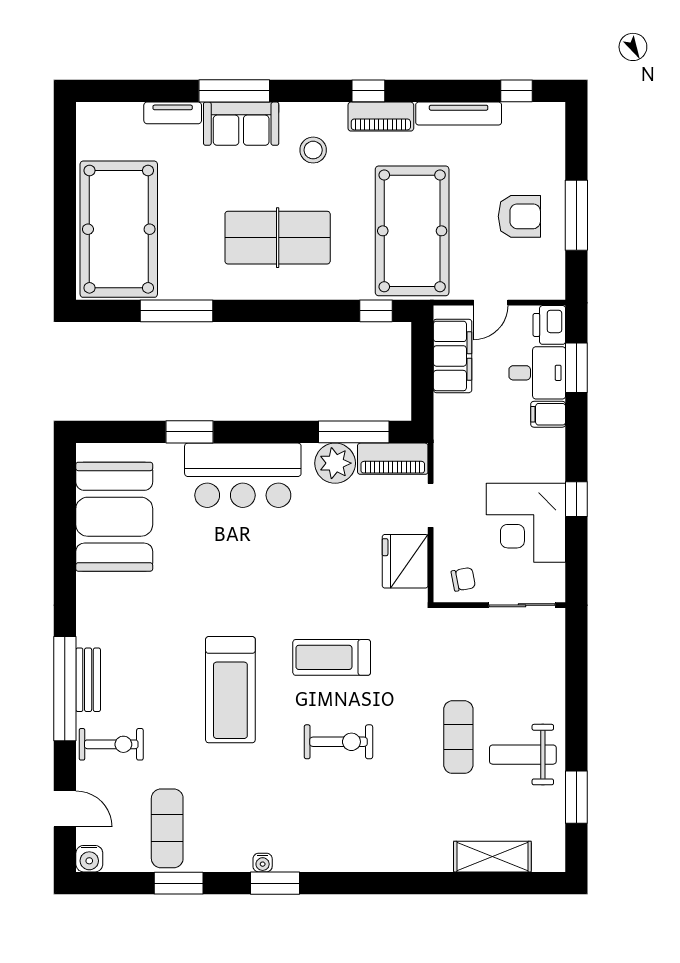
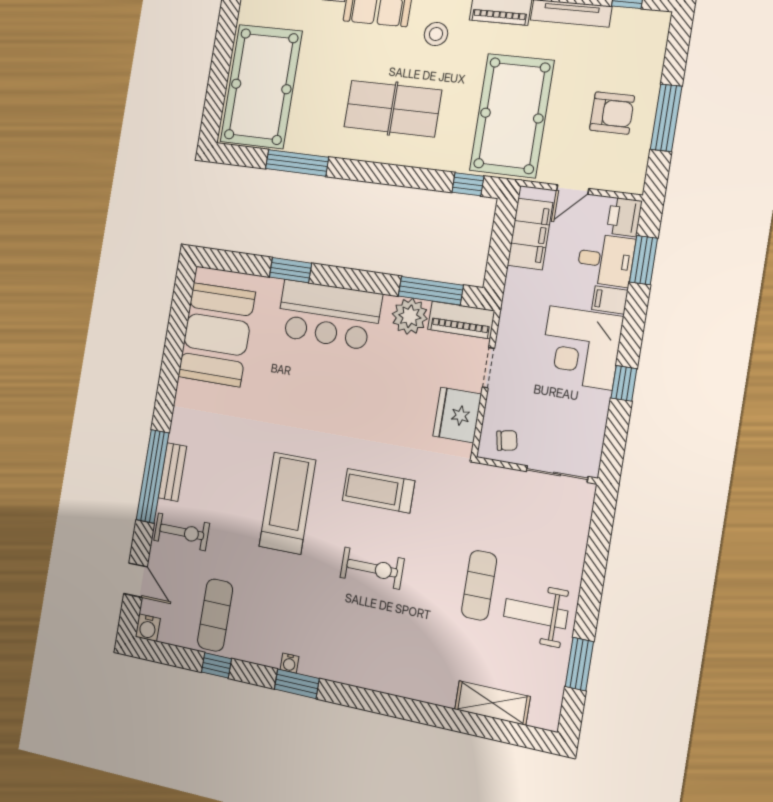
corner desk: (526, 523) -> (581, 348), moved
treadmill: (230, 690) -> (287, 503), turned 180
window: (179, 883) -> (216, 665), width x0.67

